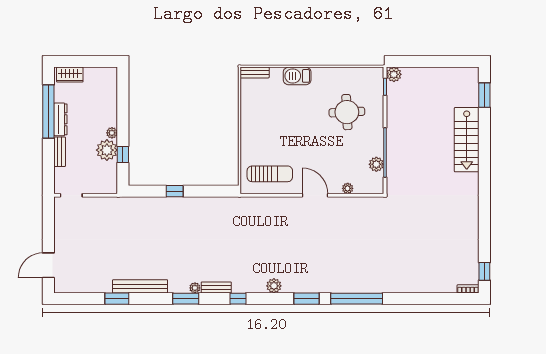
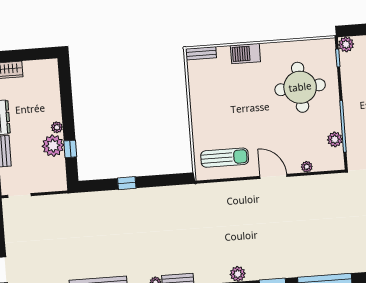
round table: (347, 112) -> (300, 87), width x1.36, depth x1.36

